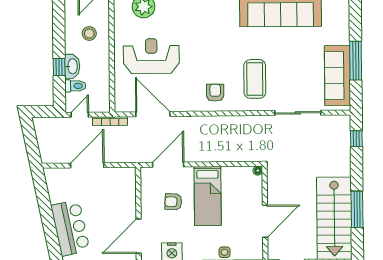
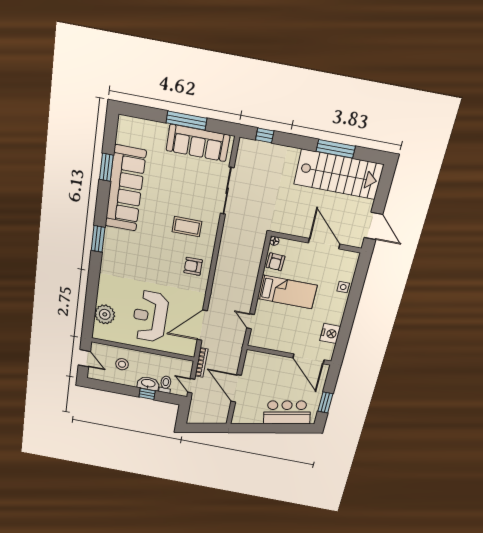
coffee table: (255, 79) -> (187, 227), width x0.73, depth x0.76
door: (168, 165) -> (250, 321), width x0.53
armchair: (173, 202) -> (275, 262), moved

